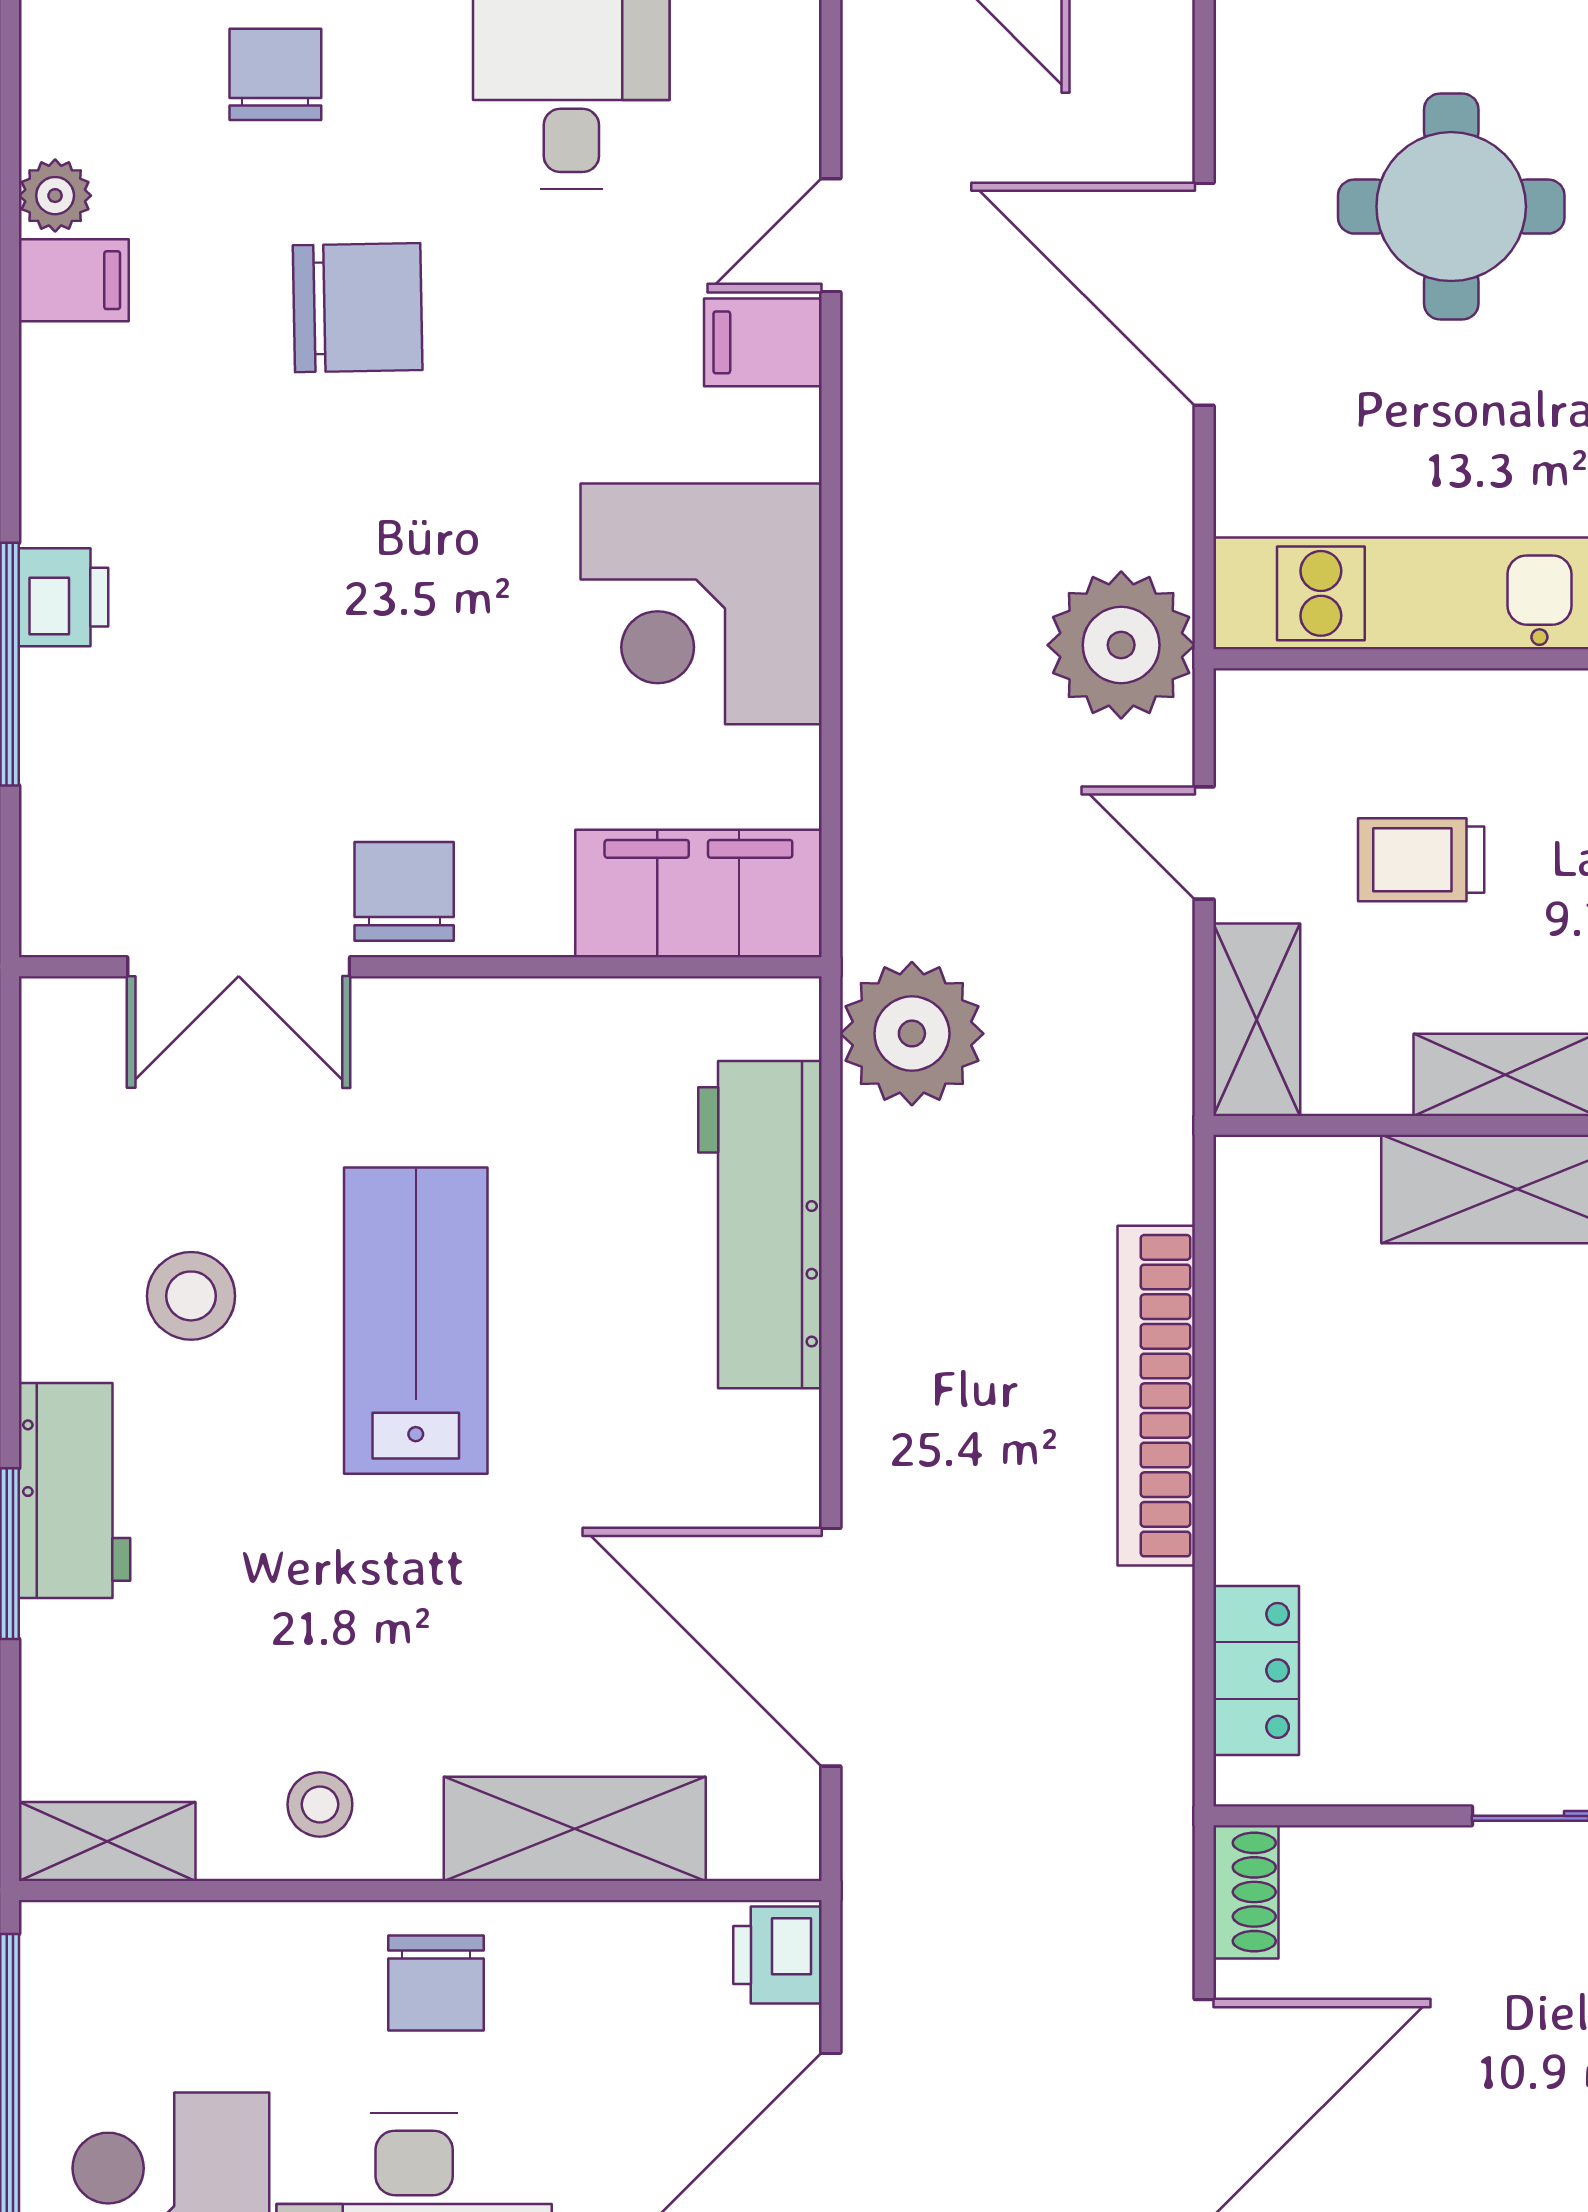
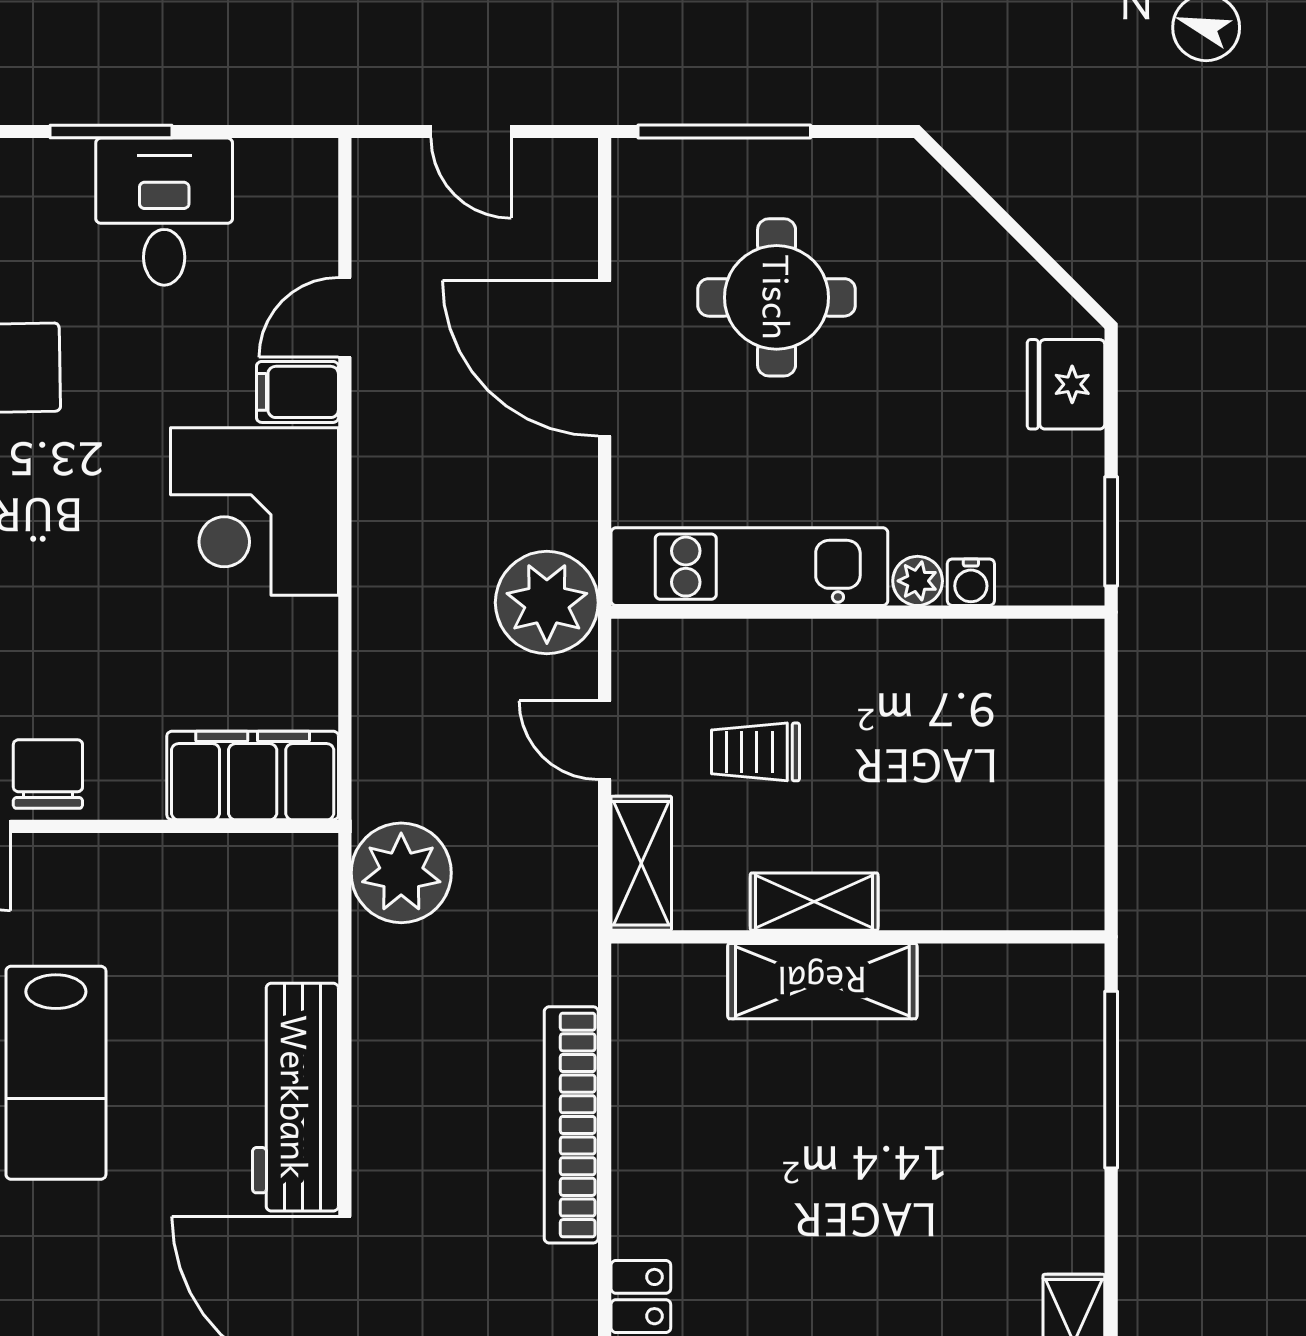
corner desk: (701, 604) -> (254, 512), moved
workbench: (760, 1225) -> (295, 1097), moved
lab bench: (416, 1321) -> (56, 1073), turned 180

